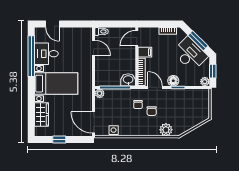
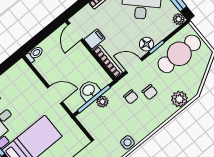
door: (94, 48) -> (55, 95), moved
washbasin: (128, 80) -> (89, 90), moved
plant: (100, 93) -> (102, 102), moved
cafe table: (188, 103) -> (179, 54), added

